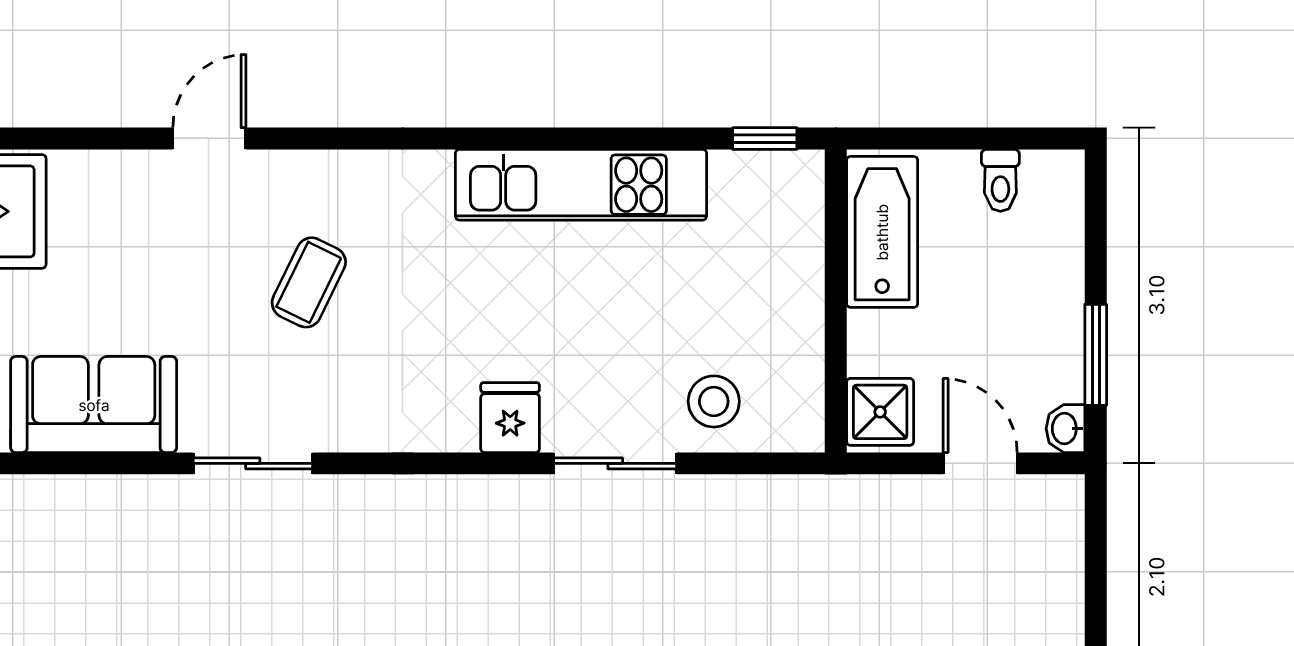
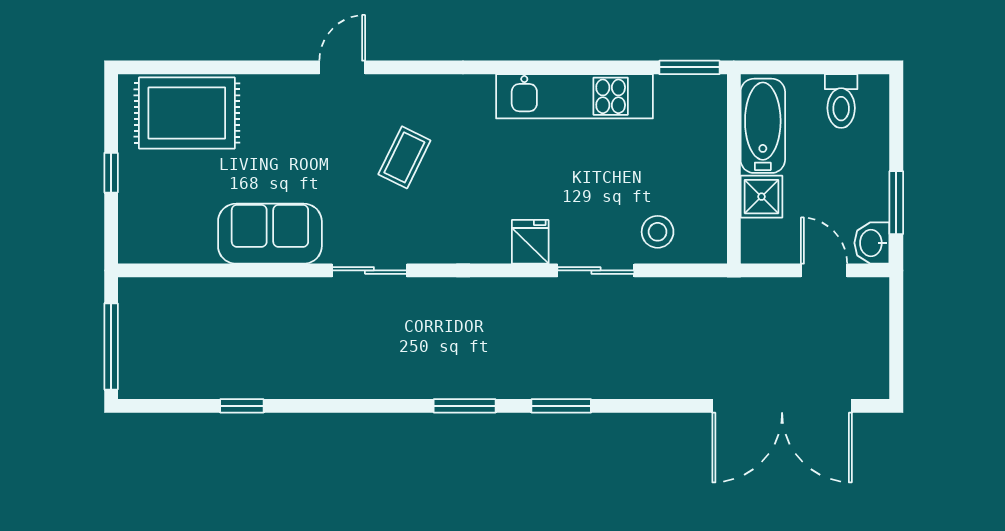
window: (765, 138) -> (689, 67), width x1.50
toilet: (1000, 180) -> (841, 101), width x1.37, depth x1.39
shower: (880, 412) -> (761, 197), moved
washbasin: (1065, 429) -> (872, 243), width x1.38, depth x1.45

